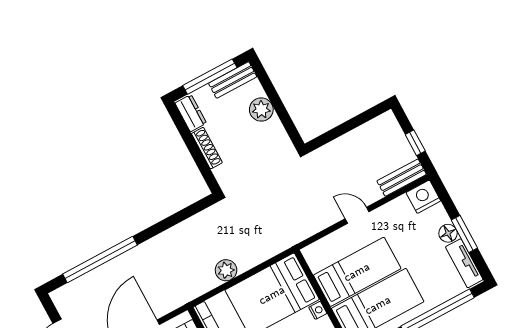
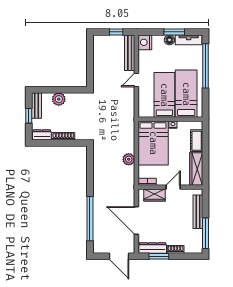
window: (210, 77) -> (29, 116), width x0.46
bench: (402, 178) -> (130, 53), width x1.36

